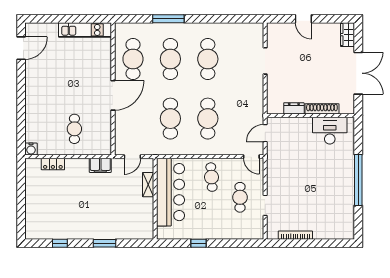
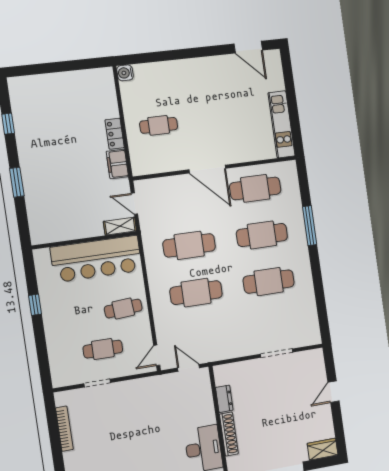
locker: (53, 164) -> (115, 134), moved
shelving: (148, 185) -> (120, 226), moved

